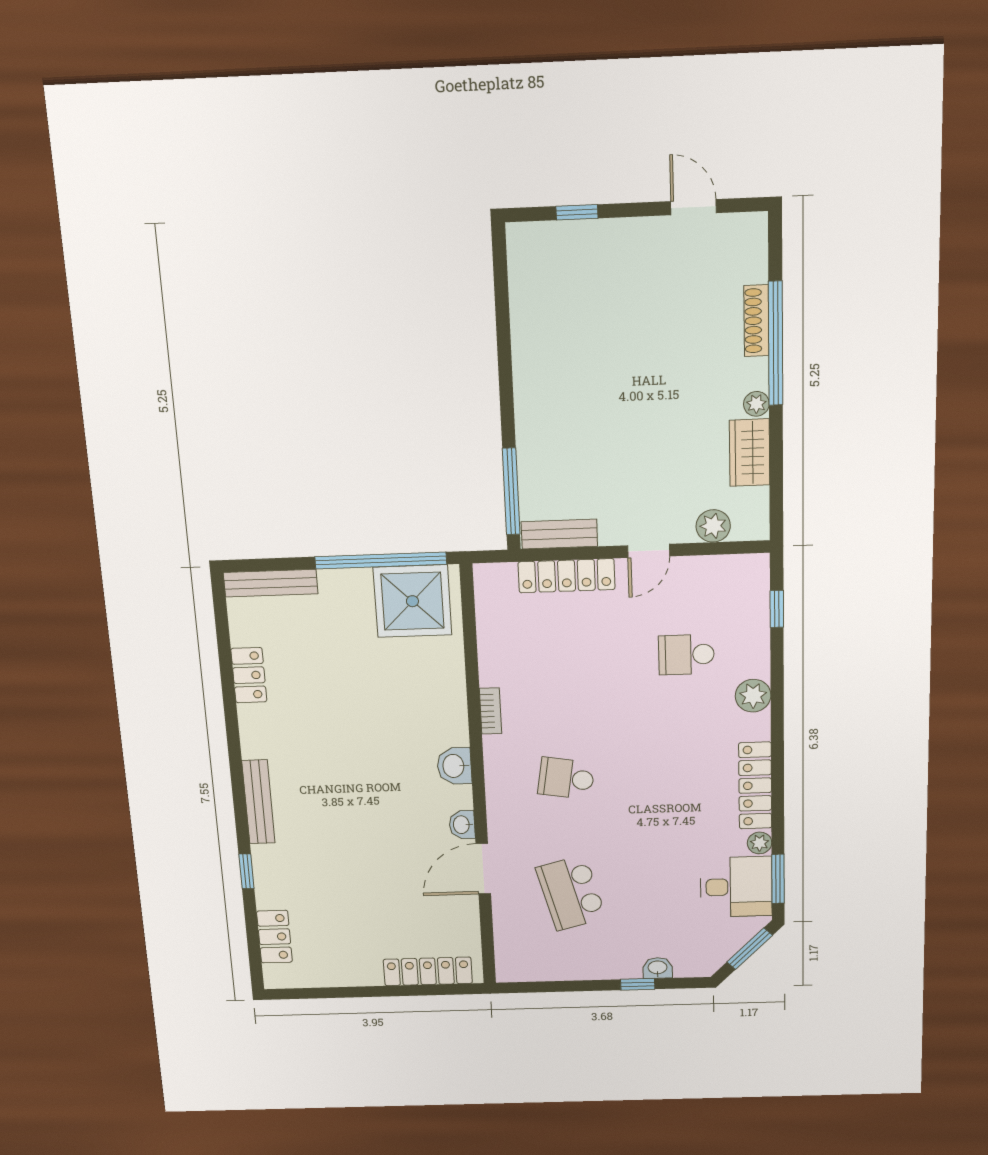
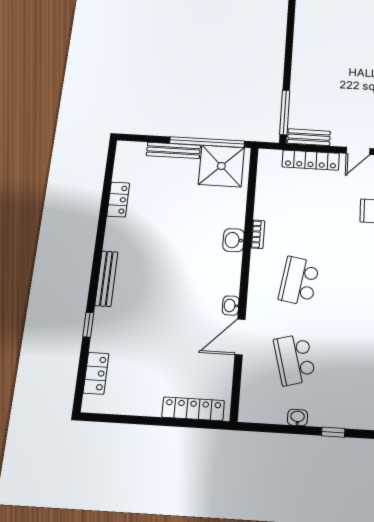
bench: (271, 583) -> (173, 150), moved
washbasin: (454, 766) -> (234, 240), moved
school desk: (566, 778) -> (299, 281), width x1.85
washbasin: (658, 968) -> (297, 418), moved

